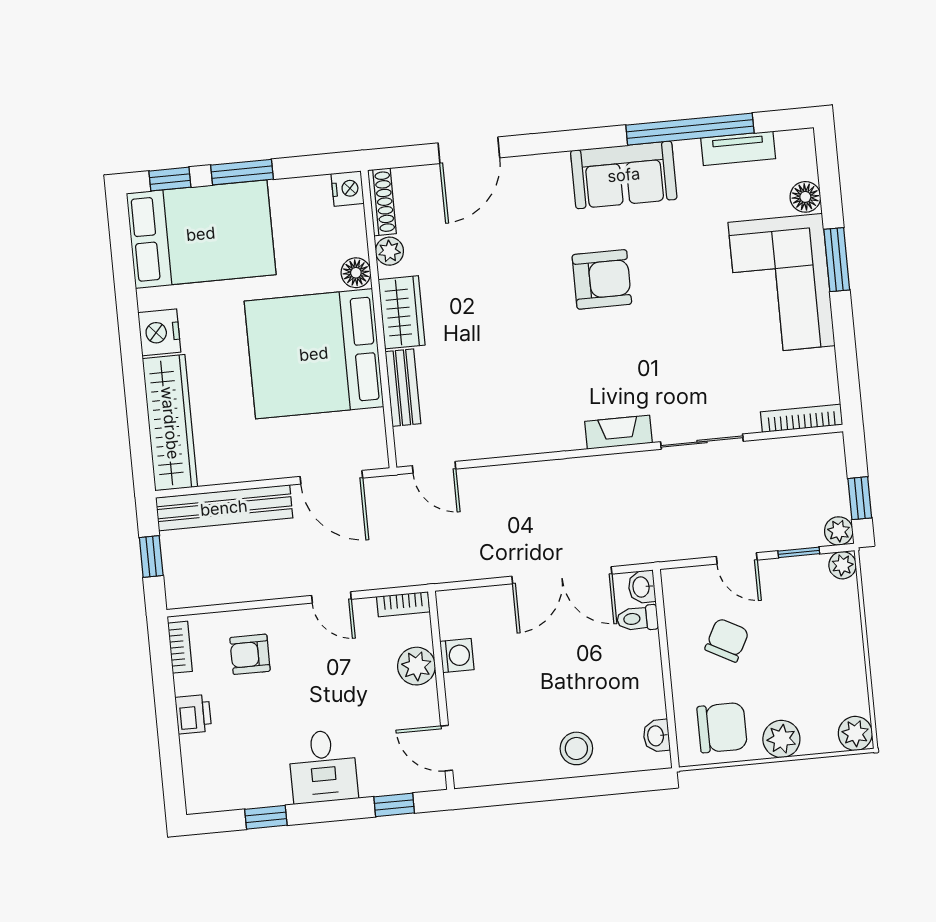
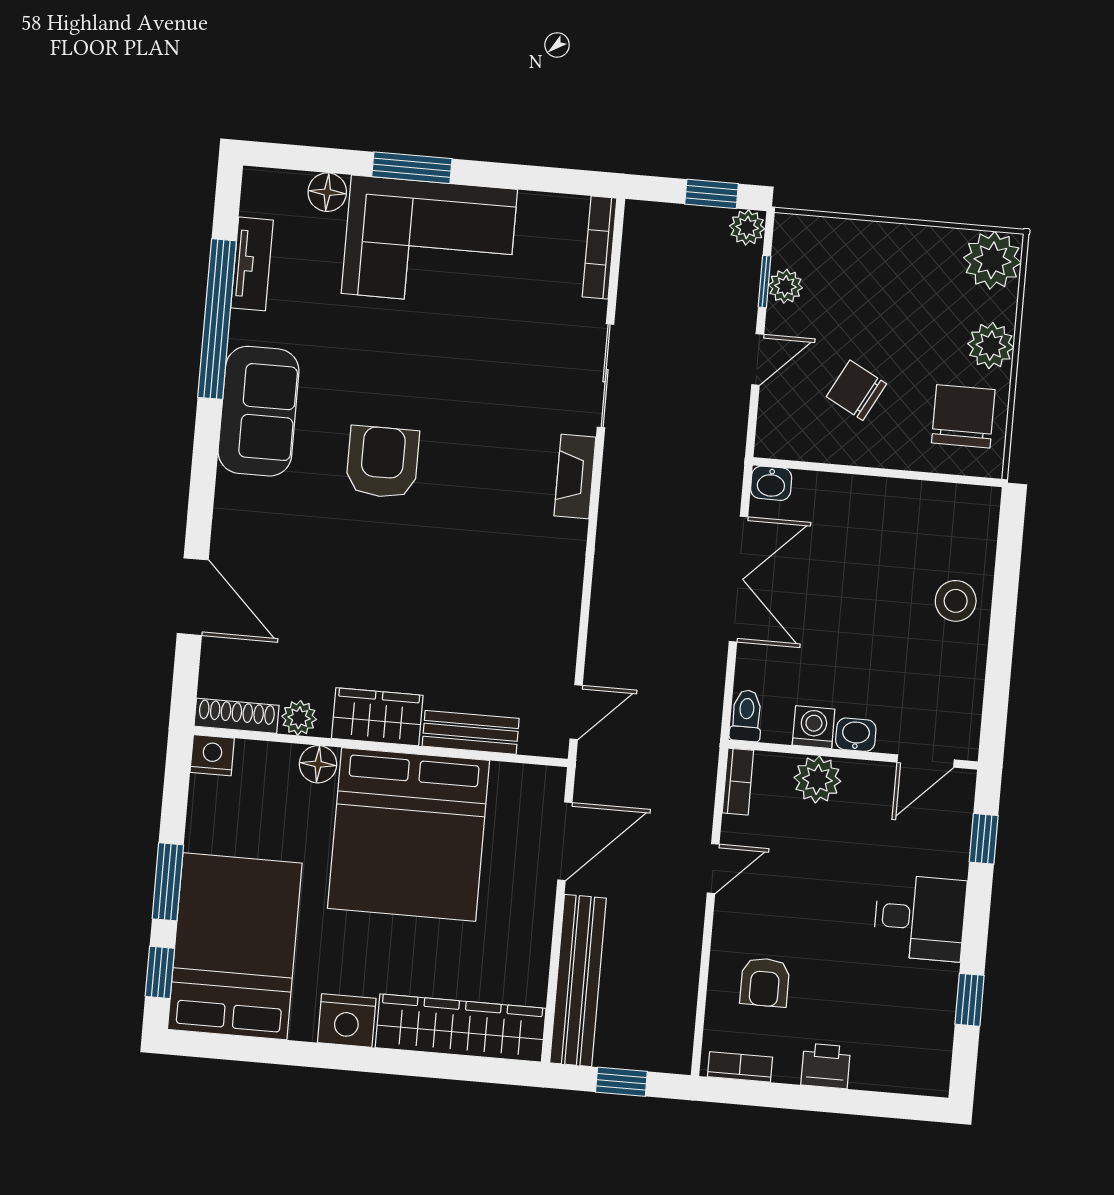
plant: (842, 565) -> (785, 286), moved
toilet: (637, 618) -> (746, 716), moved, turned 180
plant: (855, 733) -> (992, 260), width x1.36, depth x1.36
washbasin: (656, 736) -> (856, 735), moved, turned 180

